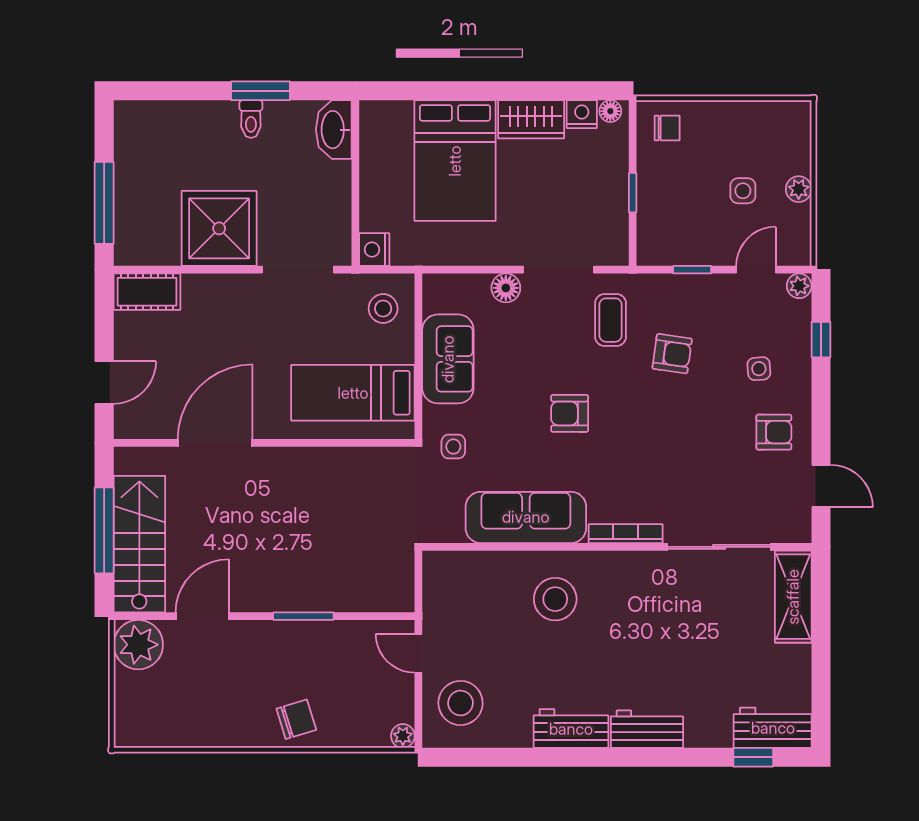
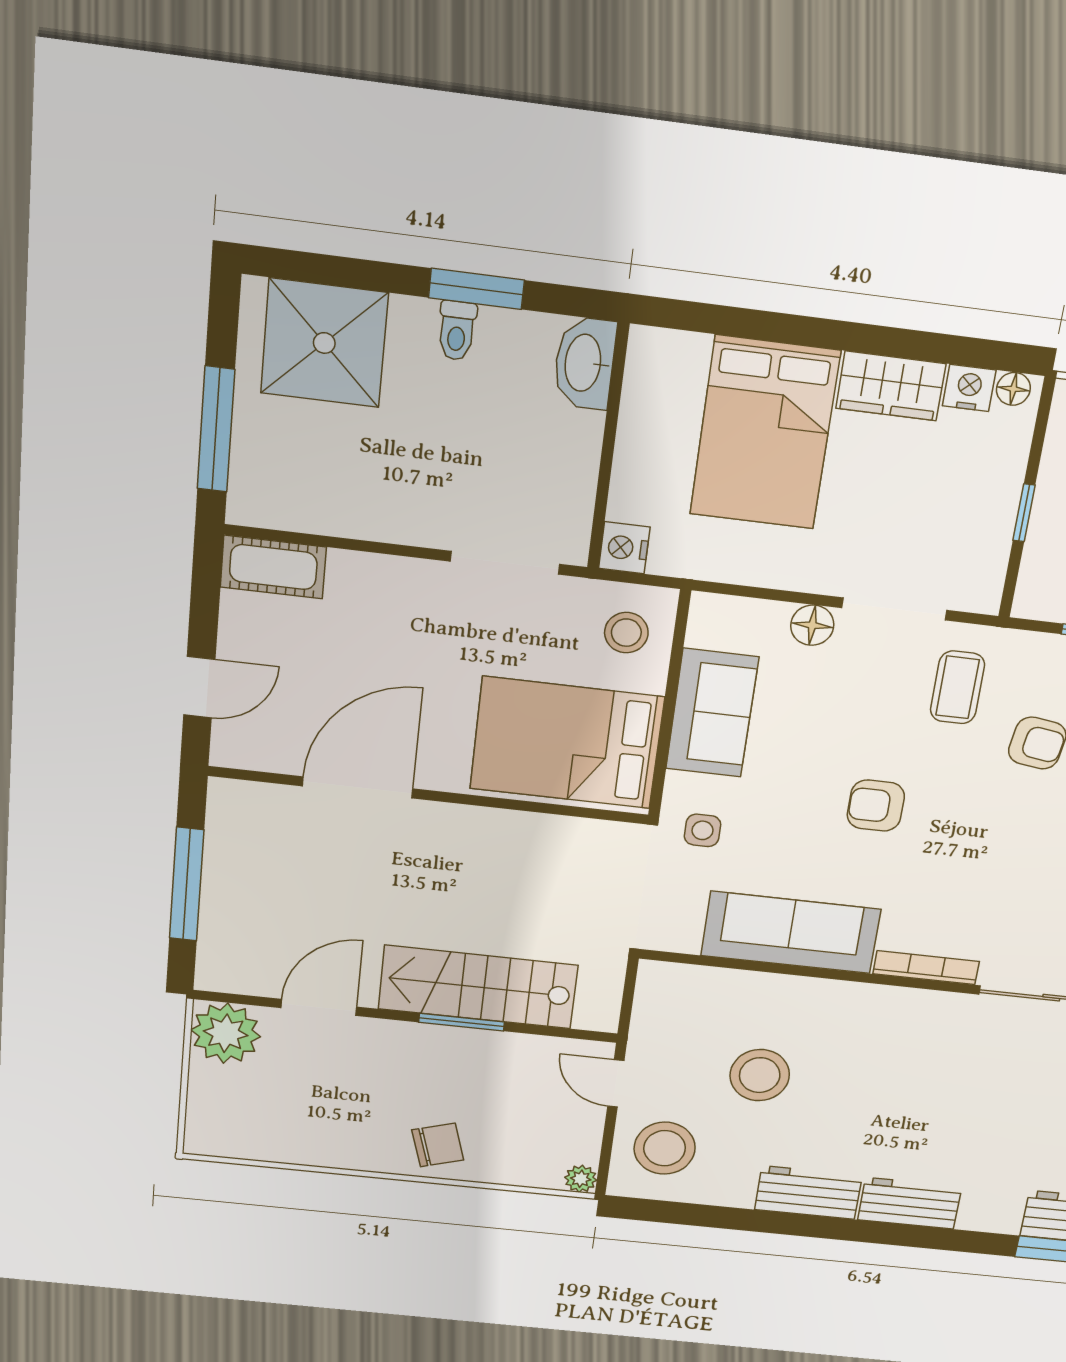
shower: (219, 228) -> (324, 343), moved
bed: (353, 393) -> (567, 743), width x1.50
stairs: (139, 544) -> (478, 987), moved, turned -90
stool: (555, 599) -> (760, 1075), moved

